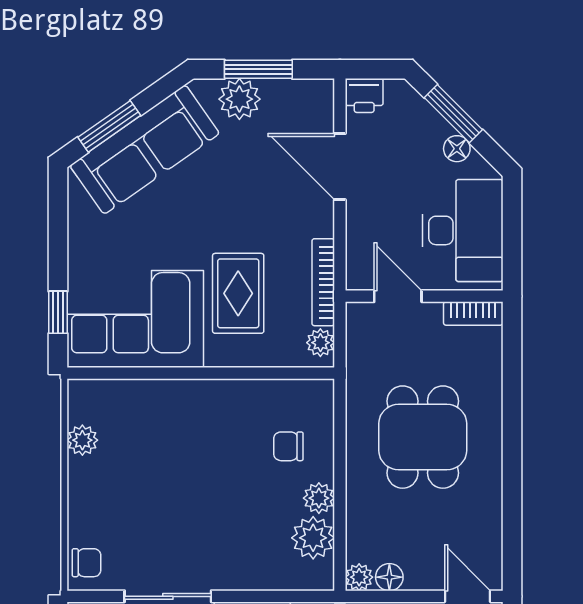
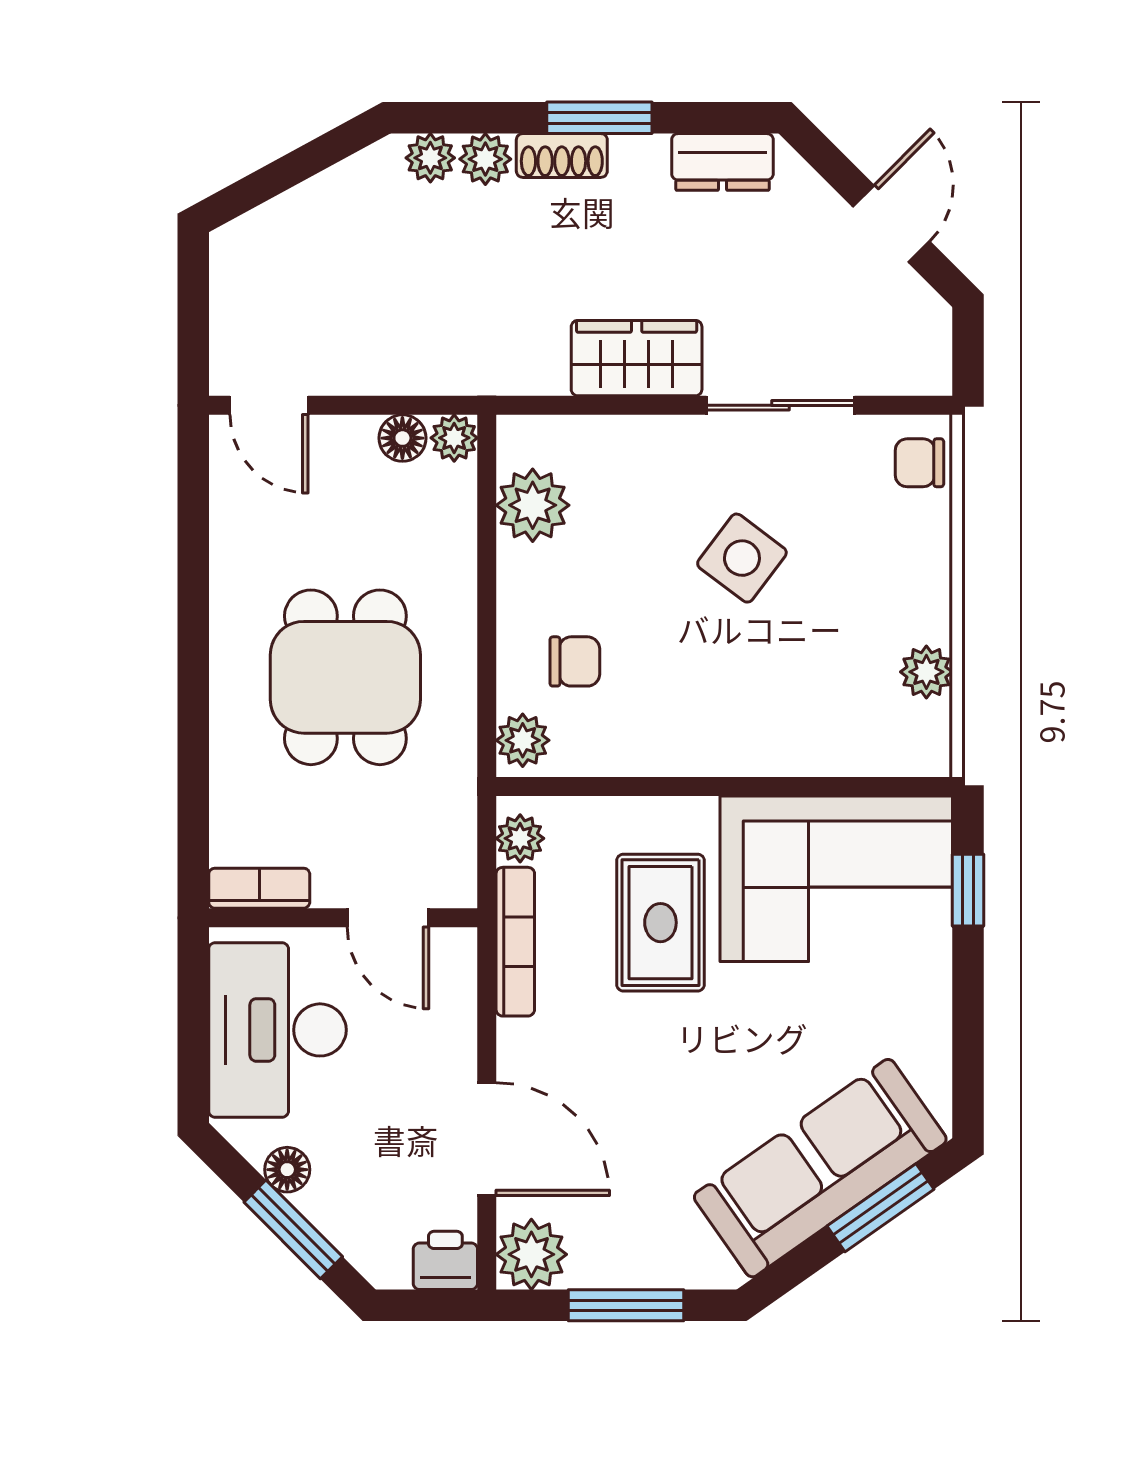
plant: (239, 99) -> (531, 1254), moved
plant: (319, 498) -> (523, 740), moved
side table: (190, 507) -> (742, 558), added

